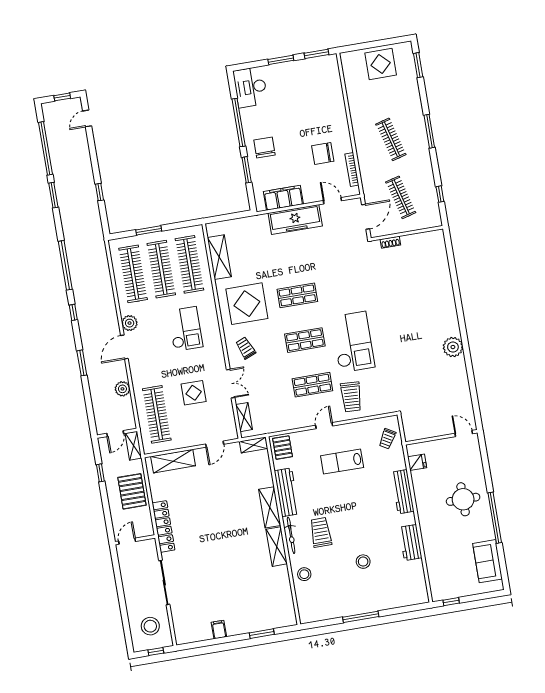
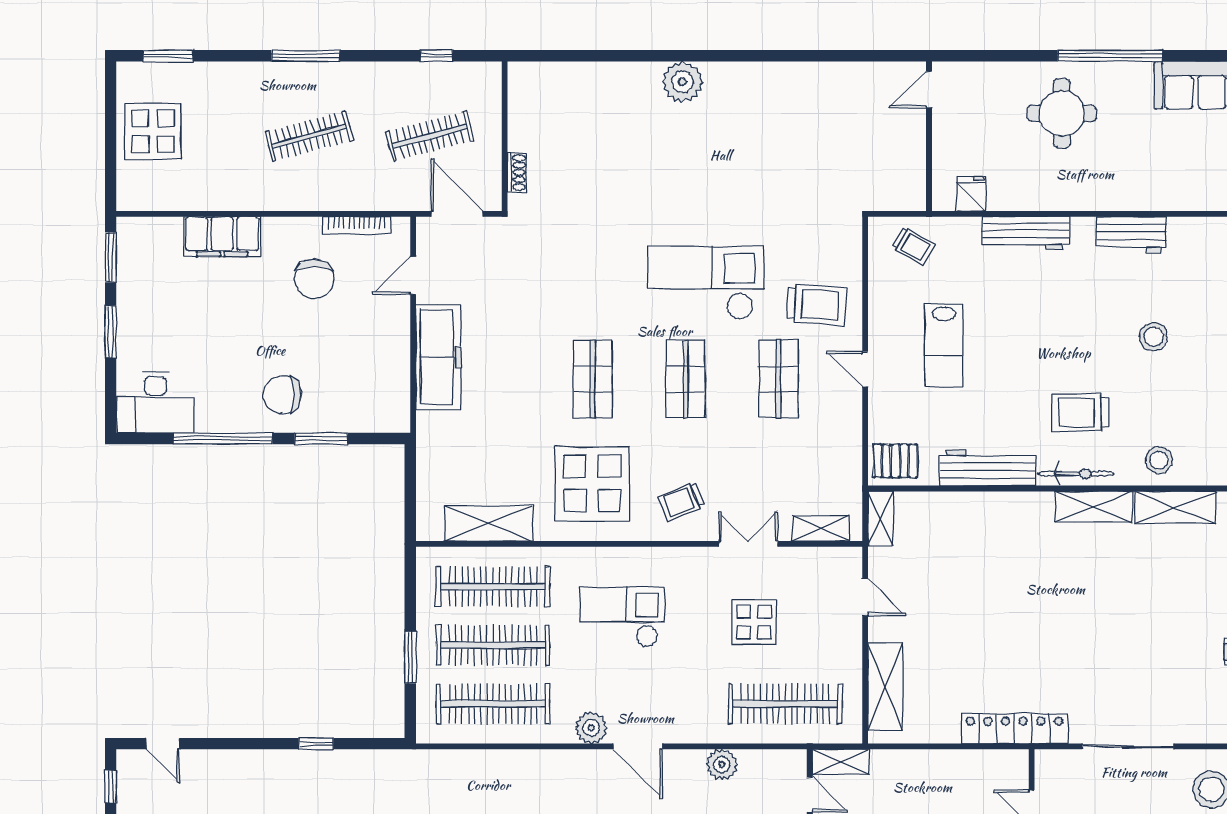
filing cabinet: (283, 198) -> (222, 236), moved, turned -90
plant: (453, 347) -> (682, 82), moved
pallet: (132, 491) -> (932, 781), removed
shelving: (270, 507) -> (1175, 507), moved

